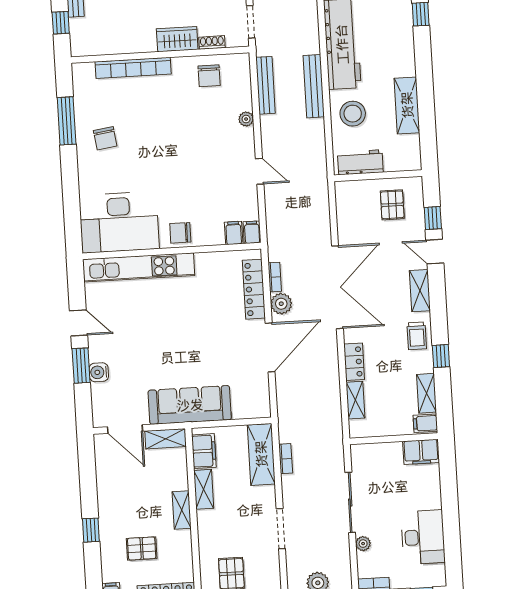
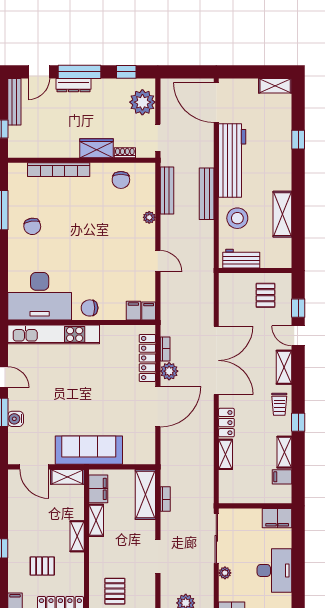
wall: (394, 439) -> (255, 506), moved
filing cabinet: (421, 452) -> (277, 518), moved

